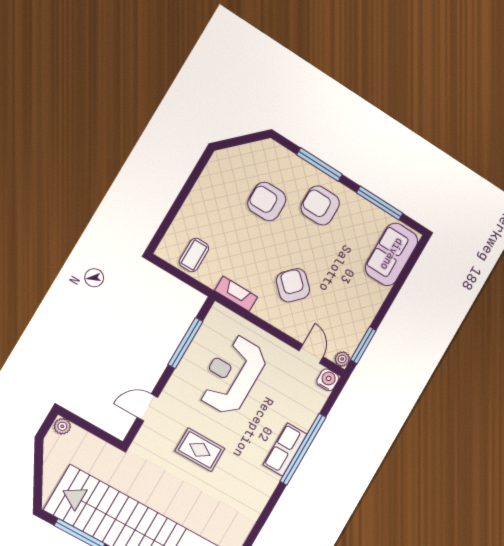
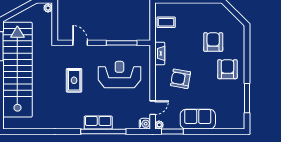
window: (320, 164) -> (247, 57), removed
sofa: (392, 254) -> (198, 119), moved
armchair: (293, 285) -> (181, 79), turned -124

